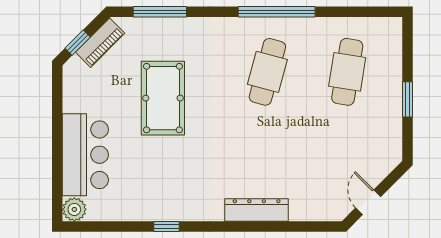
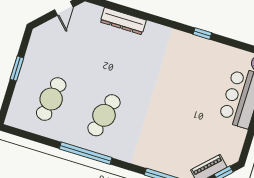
pool table: (163, 98) -> (178, 119), removed
dresser: (257, 210) -> (123, 21), moved

